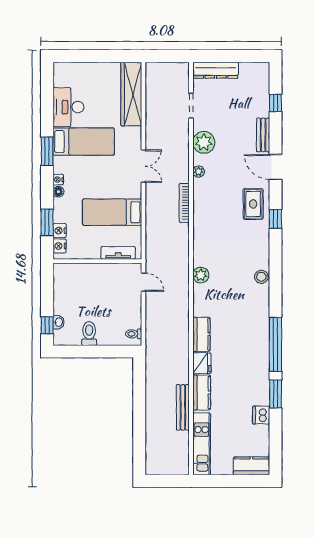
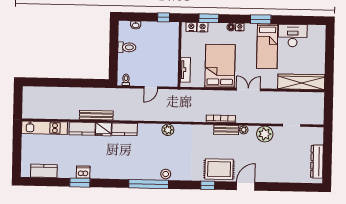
dresser: (216, 70) -> (317, 162), moved
window: (276, 103) -> (292, 187), removed
bench: (263, 135) -> (226, 130), moved
double door: (143, 166) -> (248, 90), swing flipped
rug: (253, 204) -> (219, 169), width x1.36, depth x1.43
bed: (112, 212) -> (220, 66), width x1.50
door: (143, 282) -> (151, 87), moved
window: (47, 325) -> (164, 17), moved
window: (276, 344) -> (149, 184), moved
bench: (183, 407) -> (96, 115), moved
dishwasher: (261, 415) -> (83, 172), moved
kitchen counter: (251, 466) -> (44, 171), moved, turned -90

